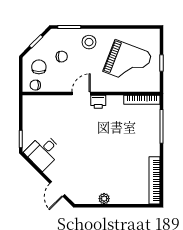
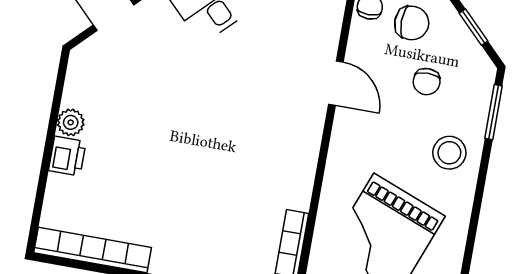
door: (81, 93) -> (336, 83), moved
printer: (98, 102) -> (67, 156), moved, turned 180

